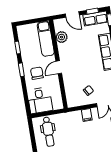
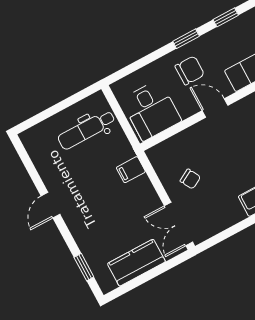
desk: (40, 100) -> (151, 110), moved, turned -90
filing cabinet: (87, 115) -> (131, 170), moved

